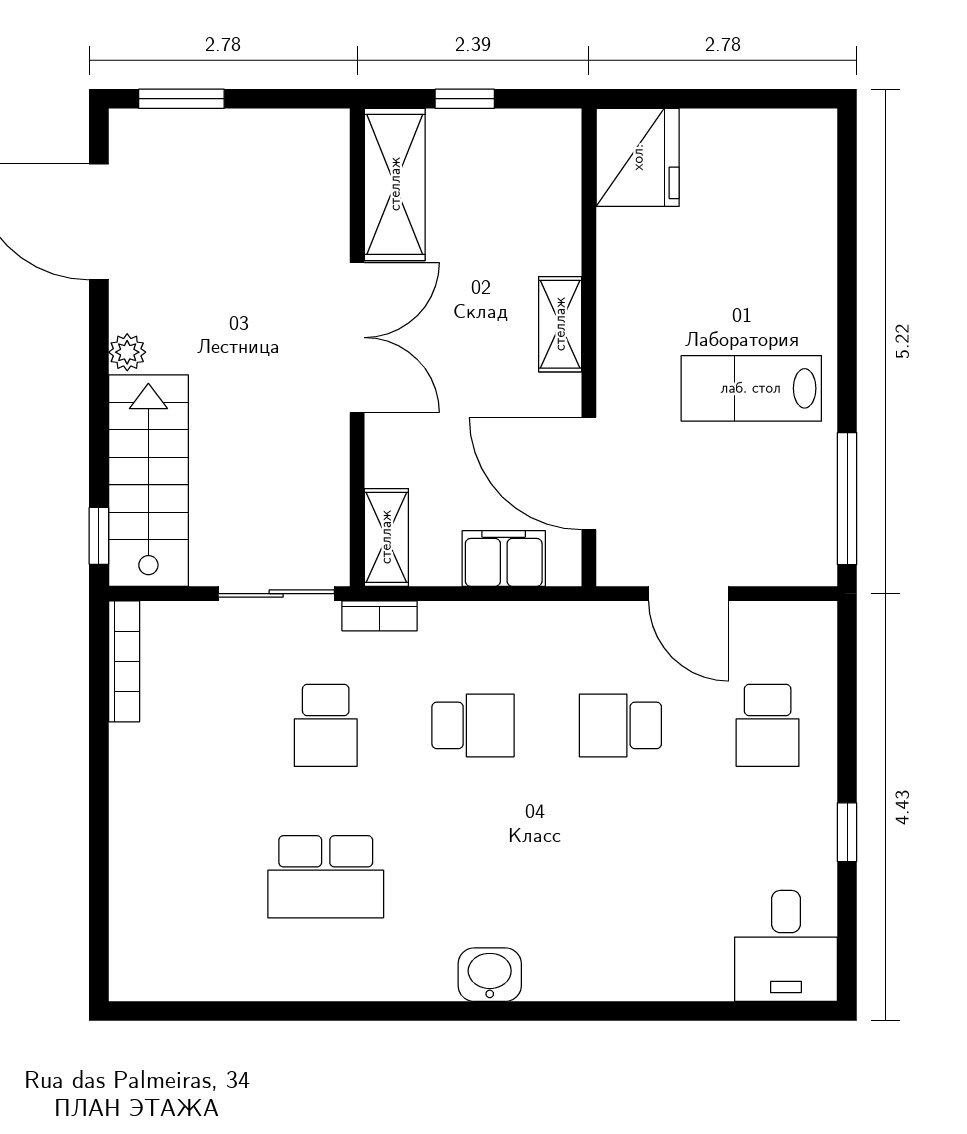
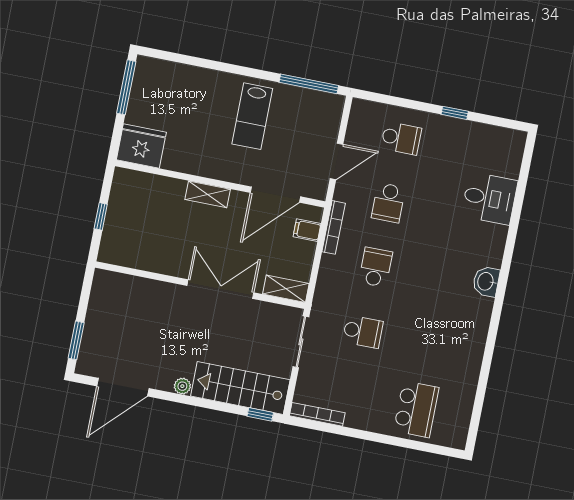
window: (760, 99) -> (126, 87), added
shelving: (395, 184) -> (132, 255), removed
double door: (357, 338) -> (220, 289), moved
filing cabinet: (504, 558) -> (307, 230), width x0.50
bookcase: (380, 616) -> (334, 227), moved, width x1.56
school desk: (326, 877) -> (416, 409), moved
desk: (786, 946) -> (489, 198), moved

